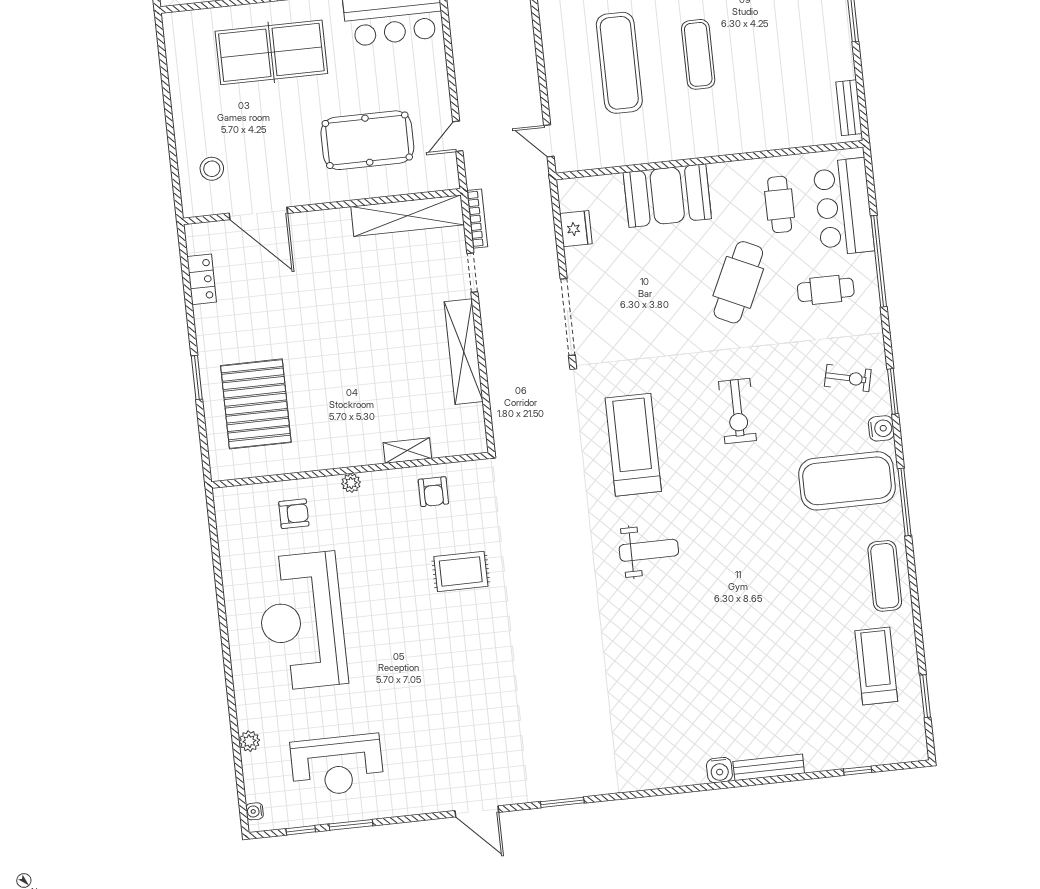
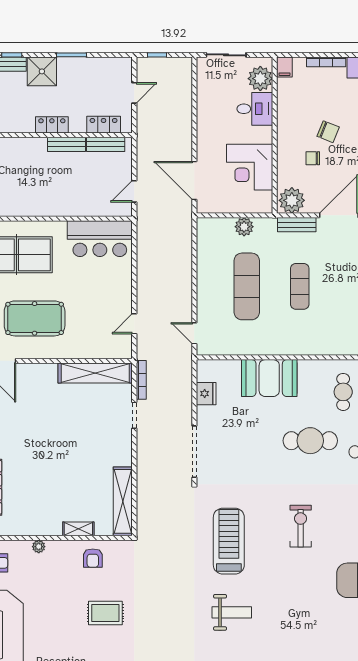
pool table: (367, 140) -> (35, 318), moved
cafe table: (738, 282) -> (310, 441), turned 65
shelving: (464, 352) -> (123, 501), moved
exercise bike: (737, 411) -> (301, 526), turned 180

